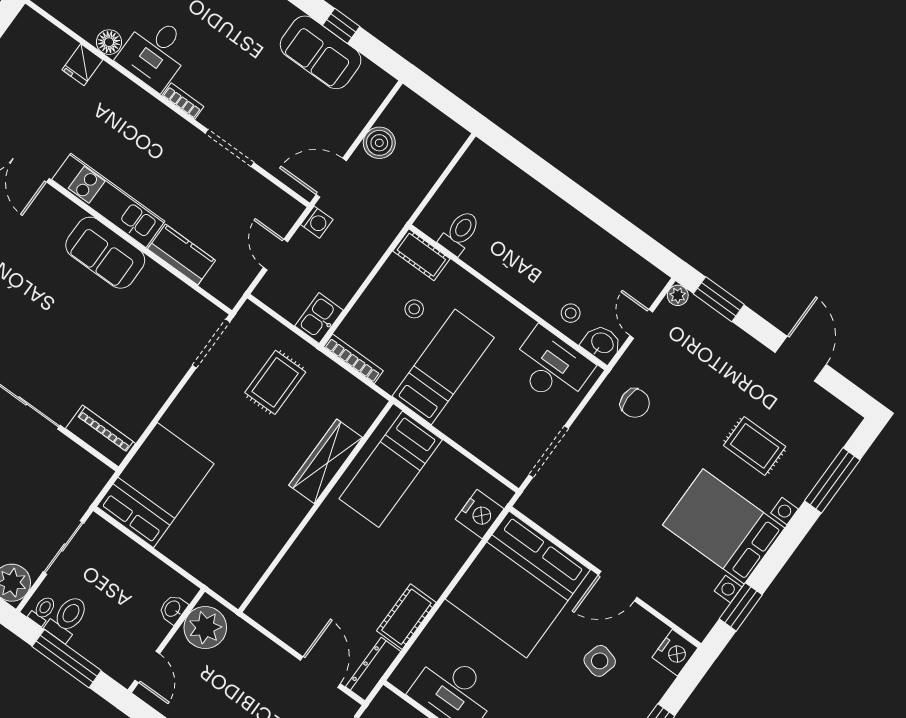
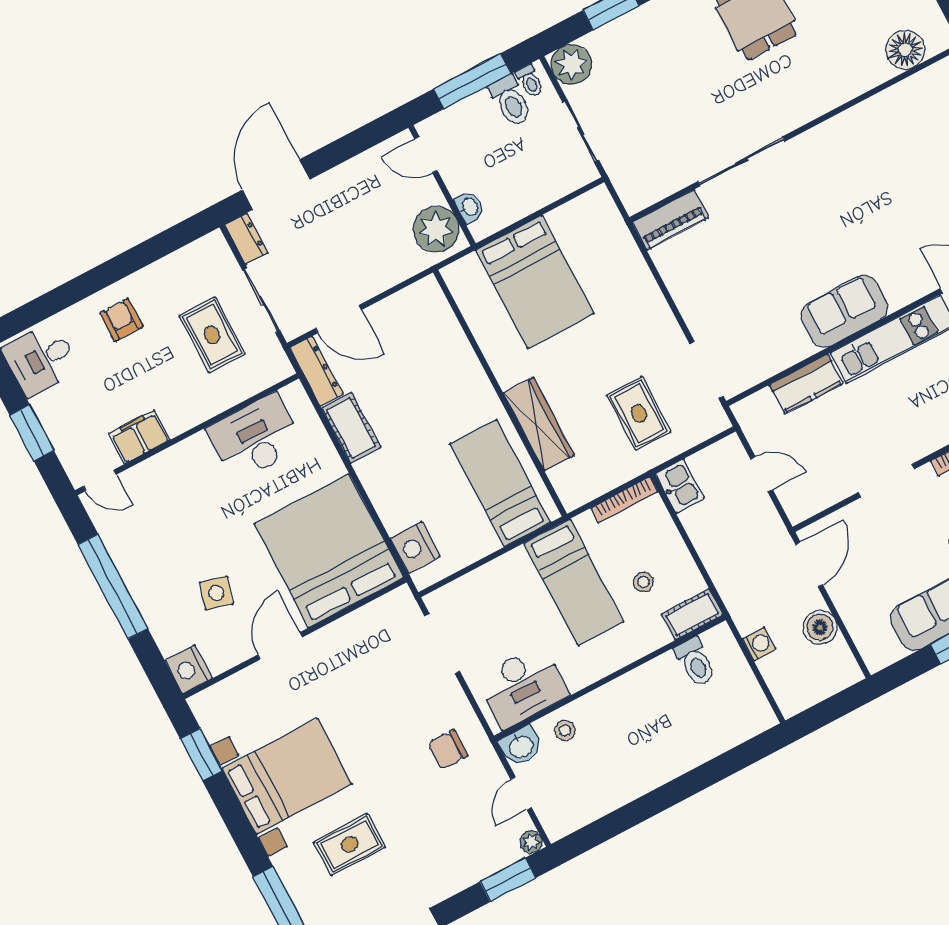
washing machine: (317, 222) -> (759, 644), moved, turned 180
door: (641, 324) -> (521, 793), swing flipped
bed: (155, 485) -> (535, 282), moved

